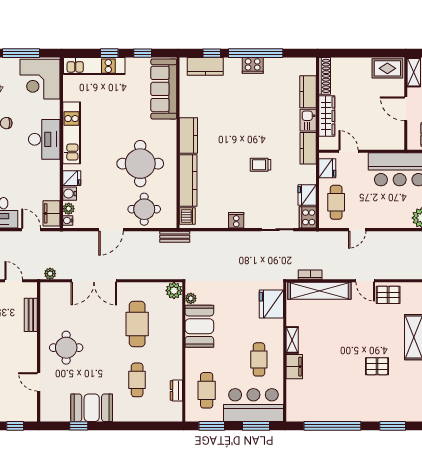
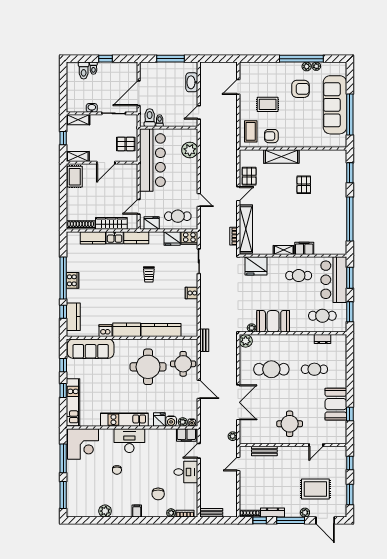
dishwasher: (187, 216) -> (105, 331), moved

